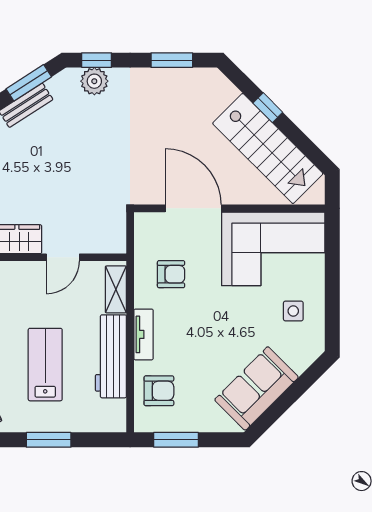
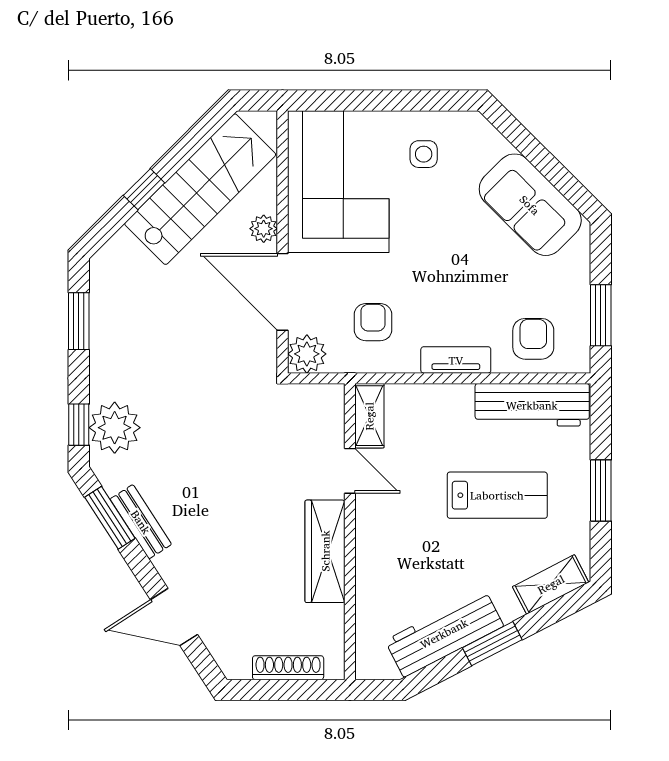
plant: (94, 81) -> (115, 428), width x1.36, depth x1.36
plant: (239, 195) -> (264, 229), added
door: (193, 208) -> (282, 292), hinge flipped
plant: (148, 226) -> (307, 354), added
shelving: (116, 289) -> (369, 416), moved, turned 90
workbench: (111, 356) -> (532, 405), moved
lab bench: (45, 365) -> (497, 495), turned 180

